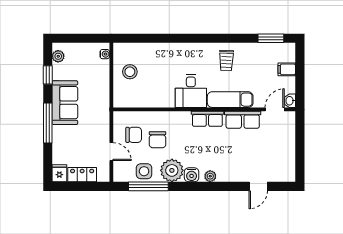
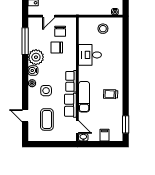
desk: (191, 91) -> (90, 55), moved
coffee table: (264, 154) -> (47, 119), added
side table: (144, 171) -> (46, 91), moved

